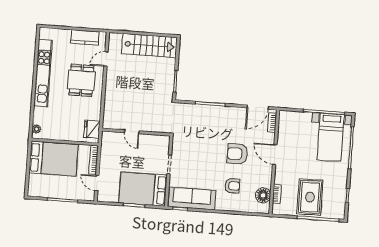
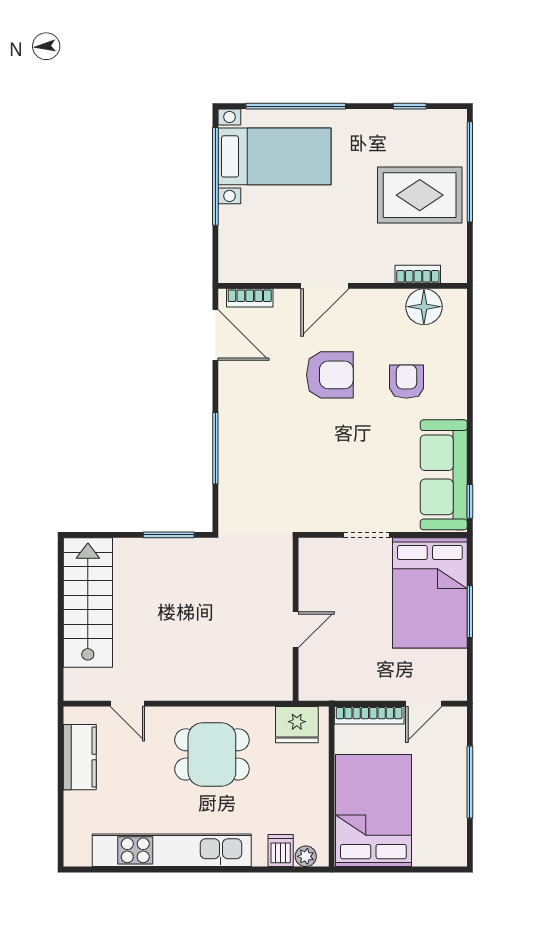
dining table: (81, 80) -> (212, 754), moved
dishwasher: (40, 119) -> (281, 851), added
armchair: (237, 154) -> (330, 375), turned -90

